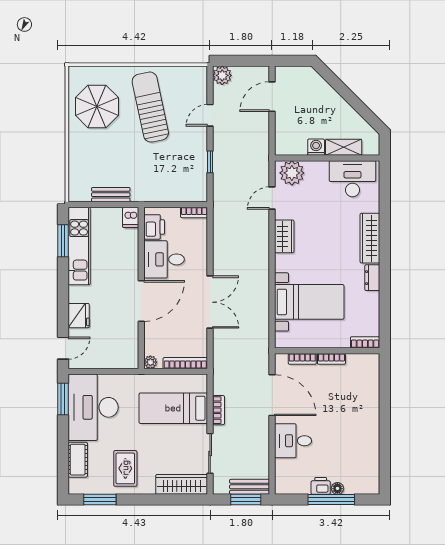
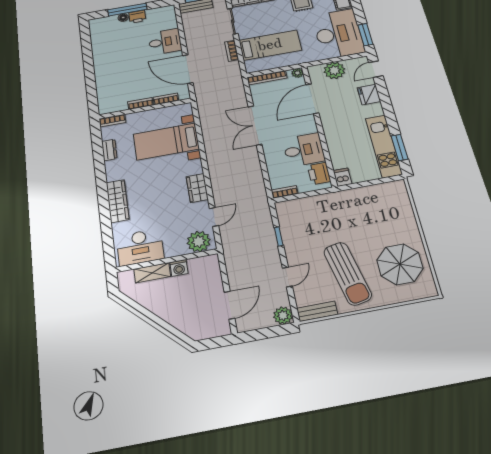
bench: (111, 195) -> (317, 311), moved
dresser: (372, 278) -> (109, 150), moved
door: (141, 301) -> (312, 99), moved
plant: (109, 357) -> (334, 70), added

